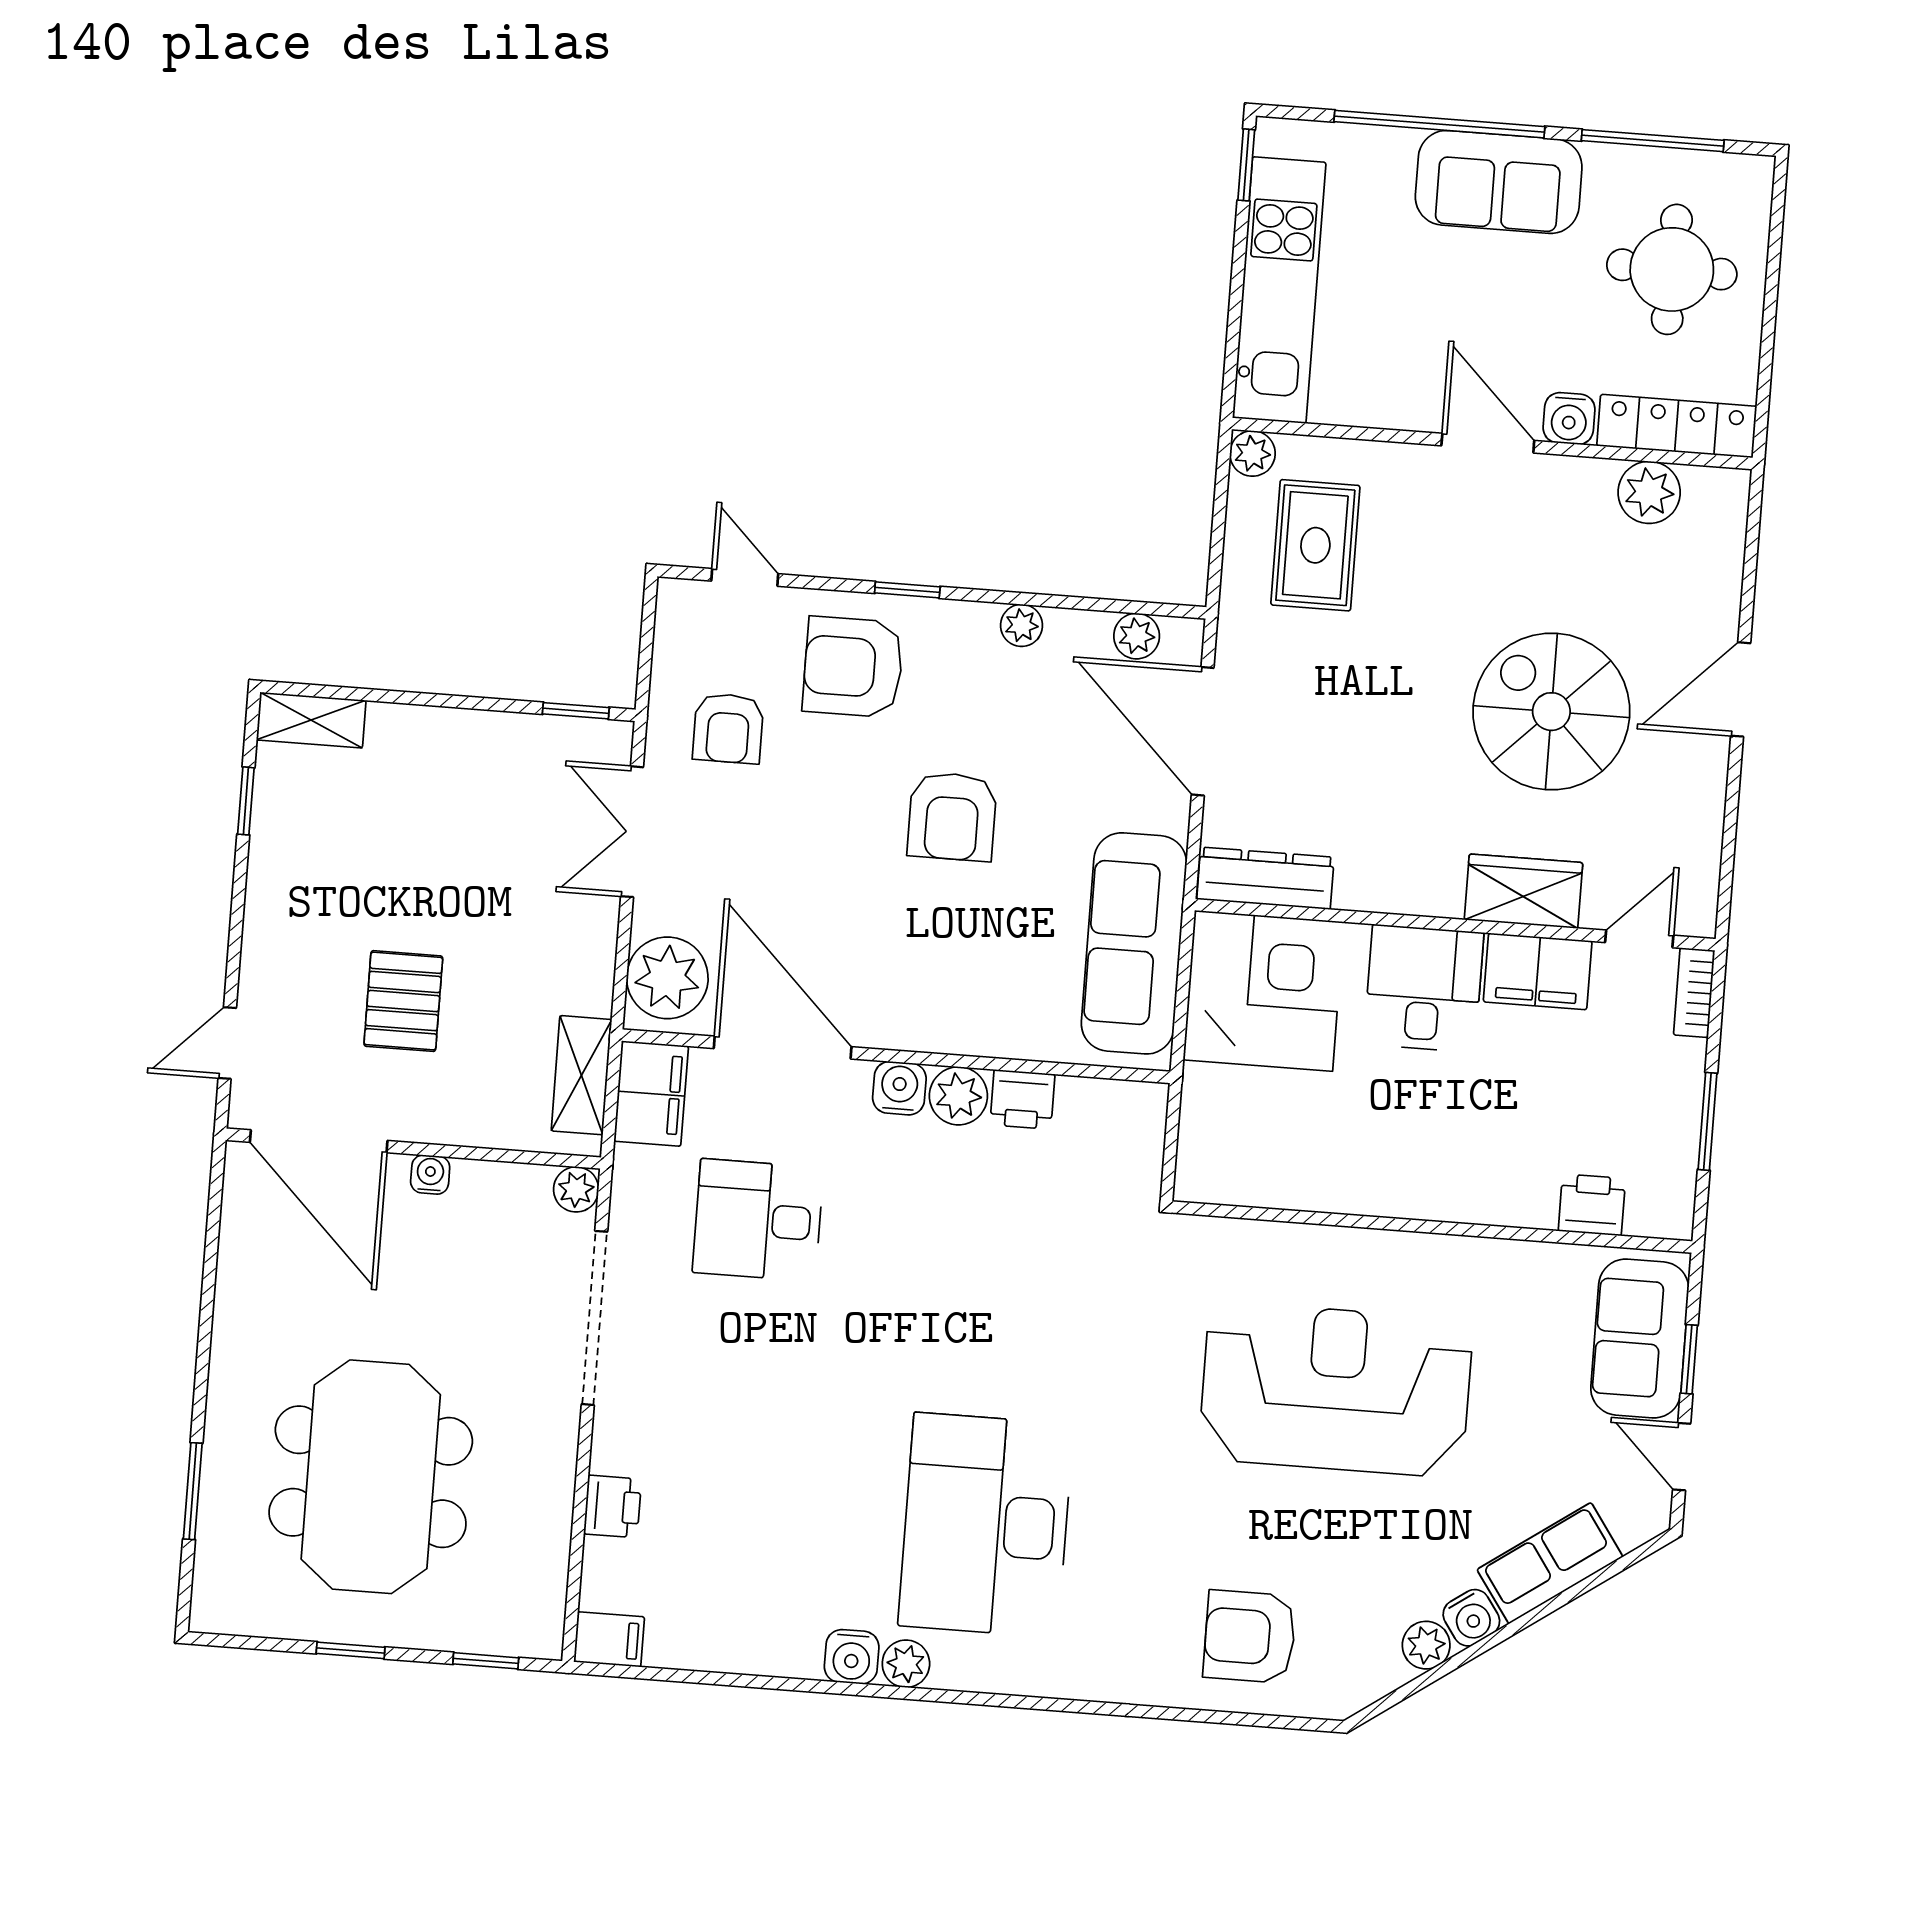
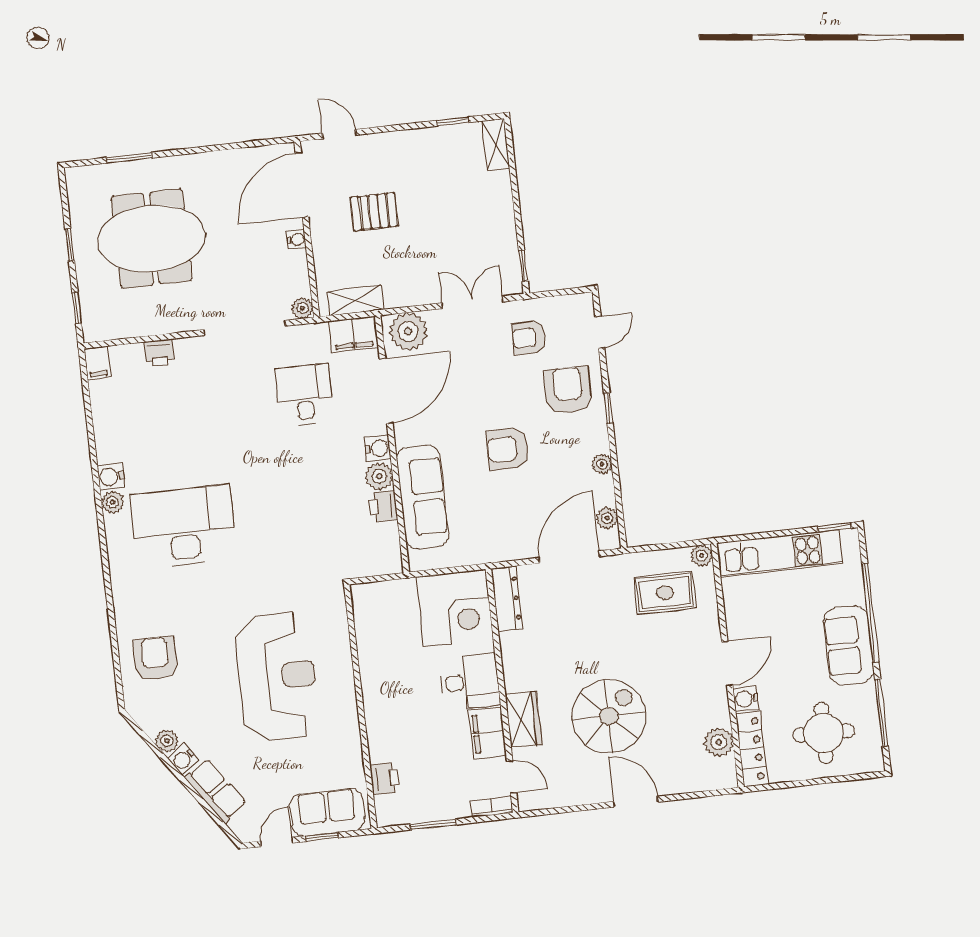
sofa: (1134, 943) -> (423, 497), moved, turned 90

